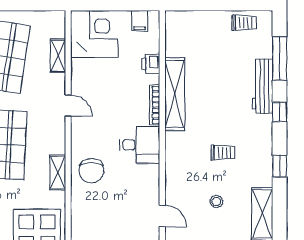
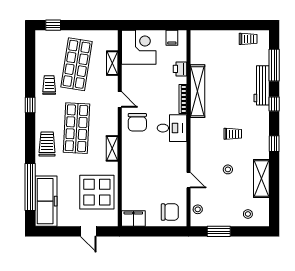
chair: (91, 171) -> (137, 122), moved

